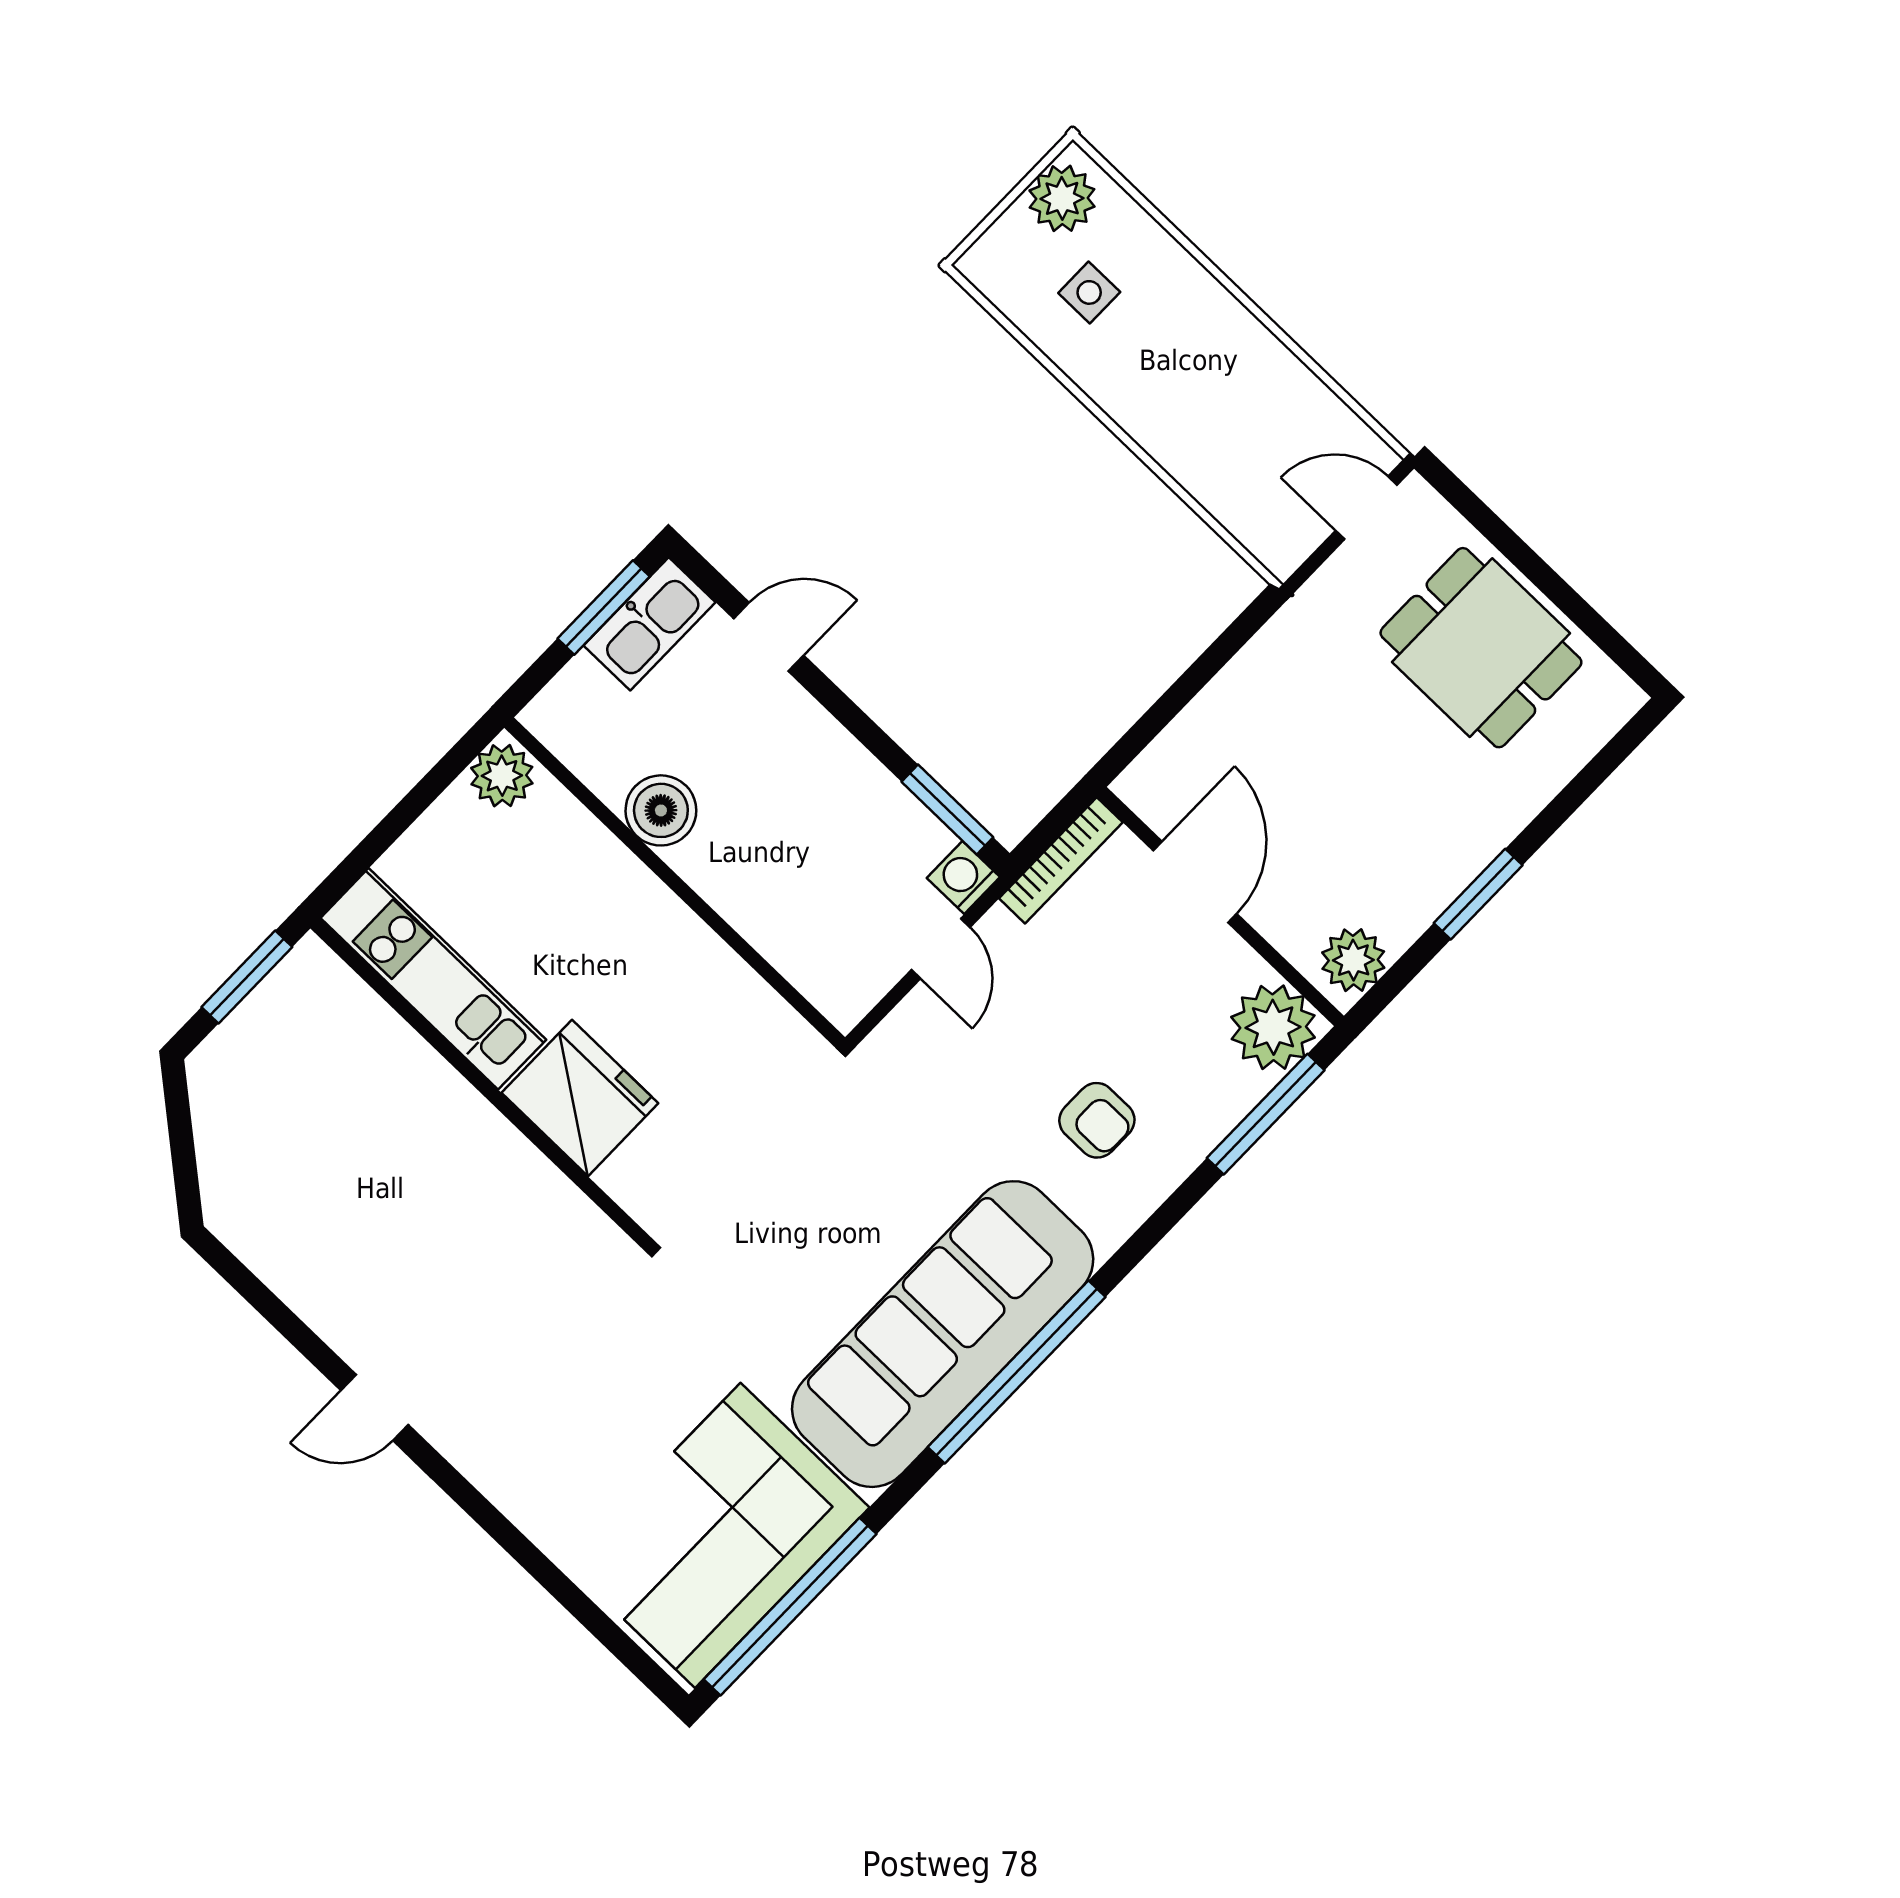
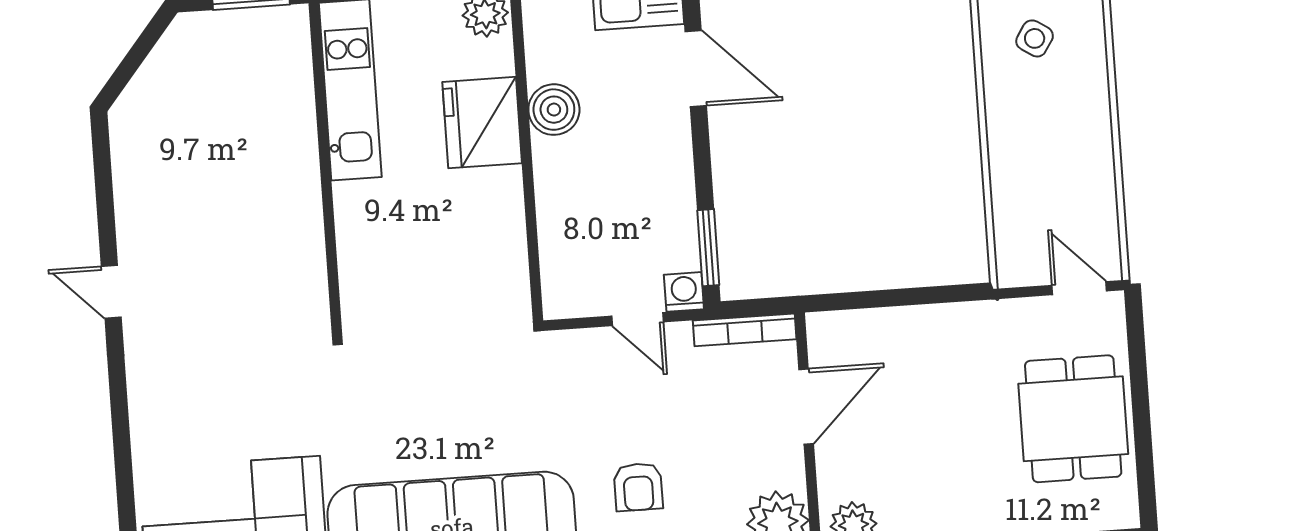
side table: (1089, 292) -> (1035, 38), turned 33
door: (769, 637) -> (696, 69), width x1.37
door: (941, 948) -> (637, 319), hinge flipped
fridge: (580, 1098) -> (482, 123), moved, turned 180

